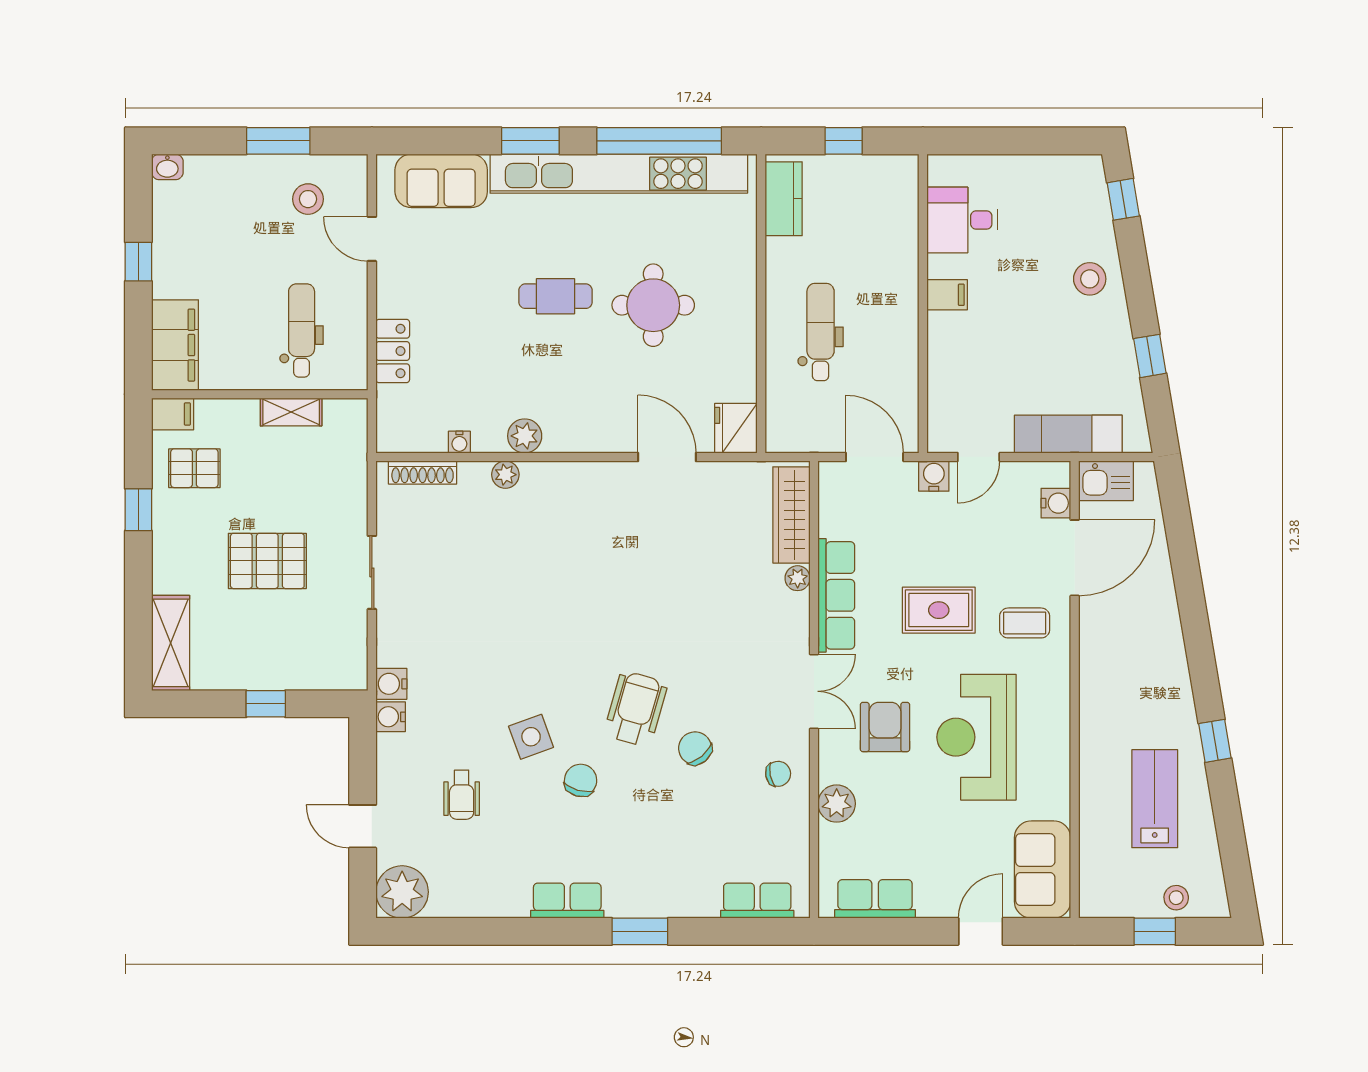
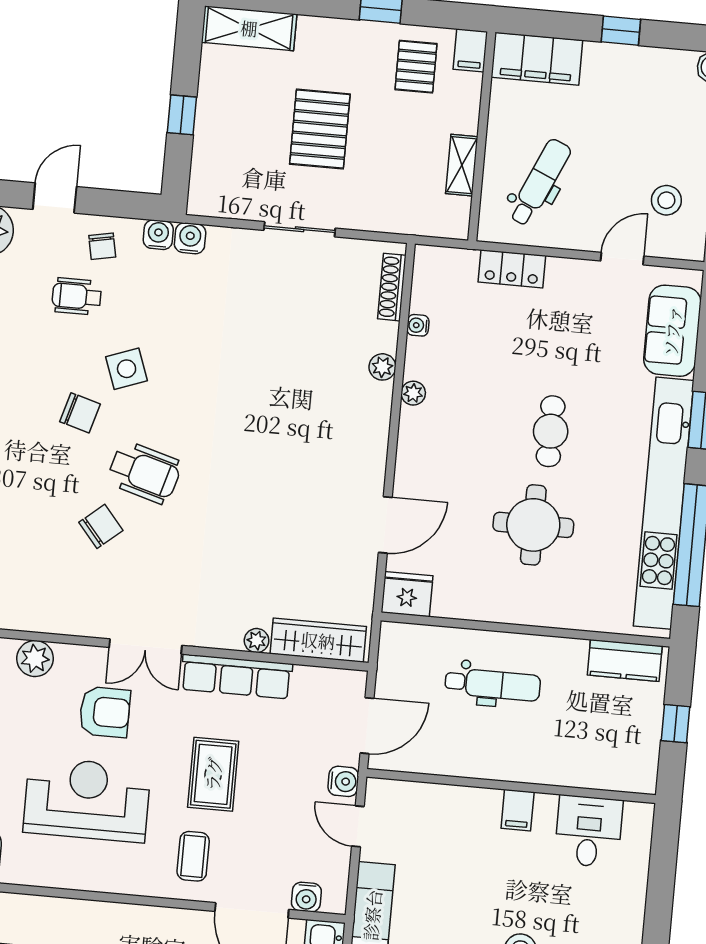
dental chair: (302, 330) -> (540, 182), turned -66
plant: (525, 436) -> (413, 393), width x0.73, depth x0.73
chair: (778, 774) -> (102, 246), moved

